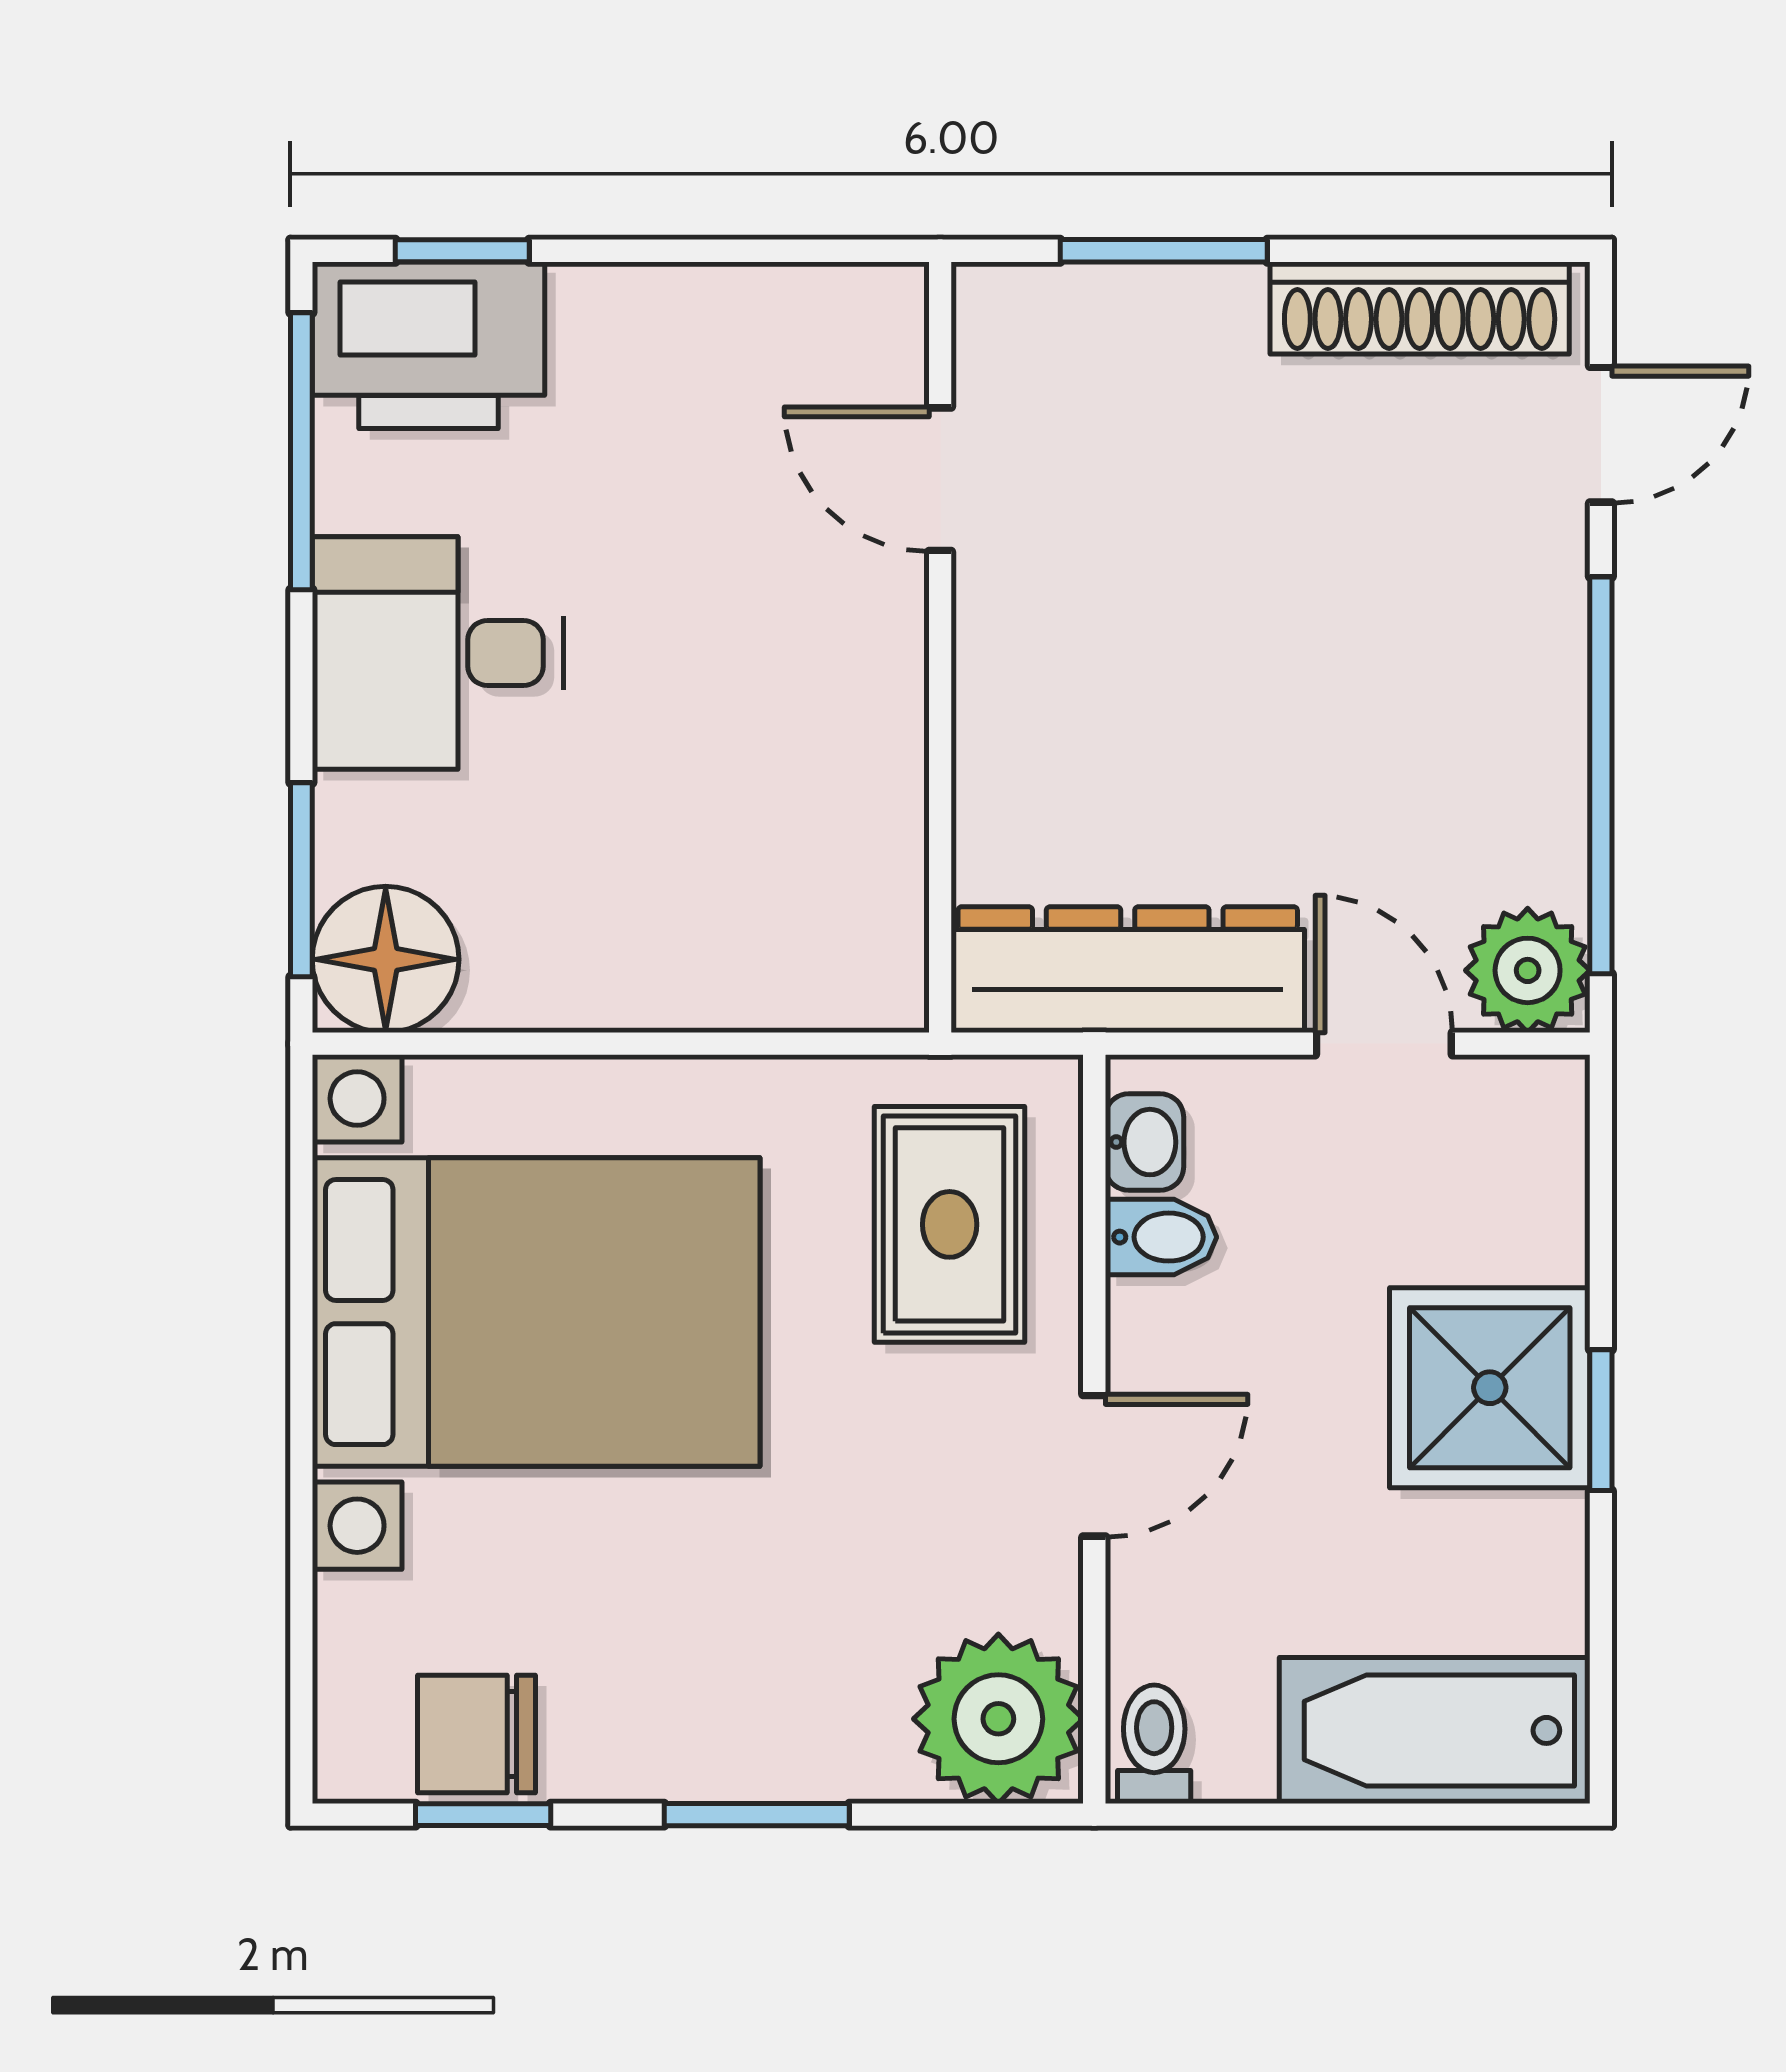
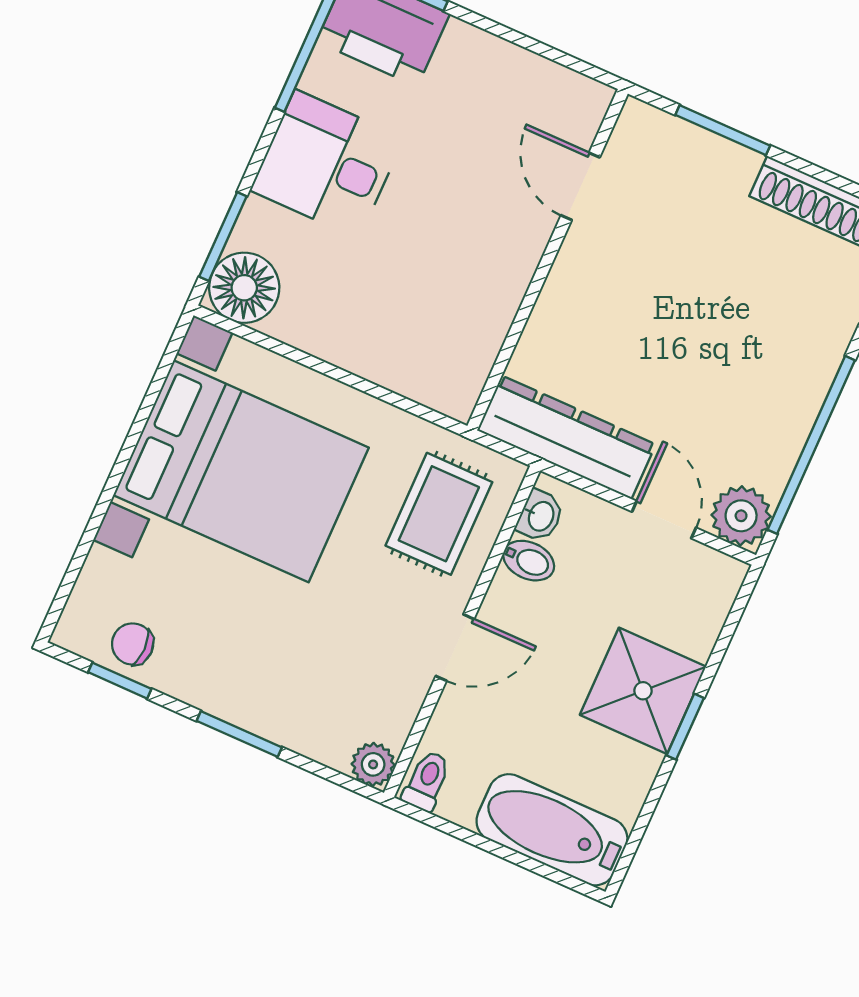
plant: (998, 1719) -> (373, 764), width x0.53, depth x0.53
chair: (477, 1734) -> (133, 644), width x0.73, depth x0.73

